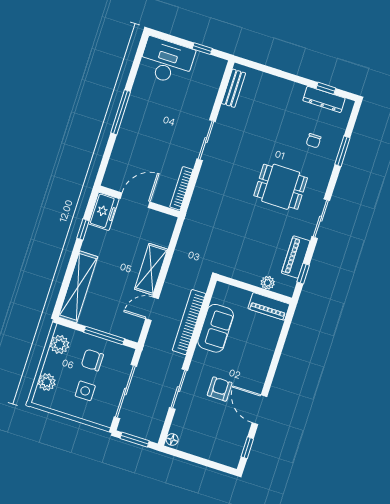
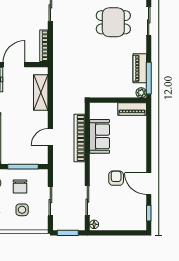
sliding door: (321, 219) -> (149, 21), moved
shelving: (151, 269) -> (41, 93), moved
window: (303, 274) -> (149, 78), width x2.17
plant: (268, 283) -> (141, 93), moved
chair: (92, 360) -> (20, 187), turned -90
sliding door: (179, 389) -> (87, 201), moved
sliding door: (125, 391) -> (50, 201), width x0.73

